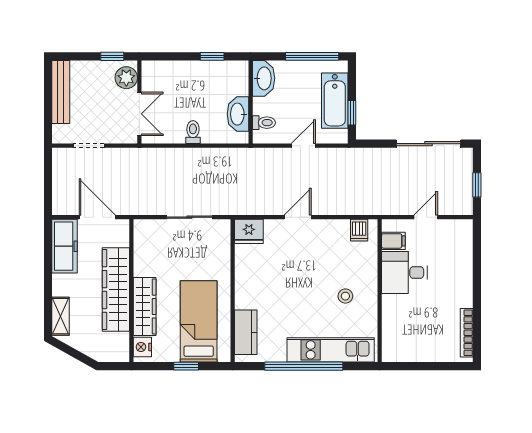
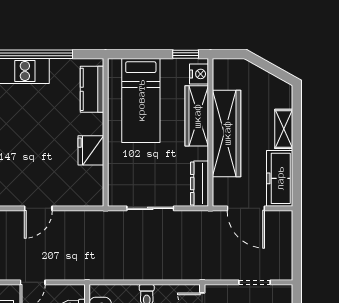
fridge: (249, 231) -> (91, 150), moved, turned -90
dresser: (142, 241) -> (199, 184), added
shelving: (61, 316) -> (284, 129), moved
window: (186, 366) -> (186, 54), moved

